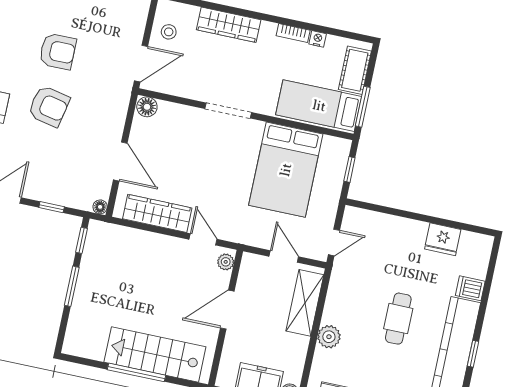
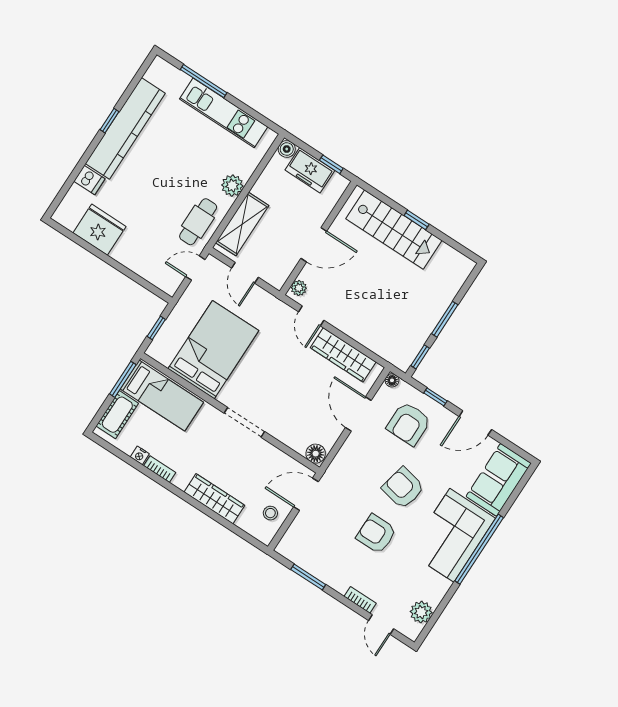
armchair: (68, 171) -> (409, 424), added
fridge: (443, 239) -> (99, 230), width x1.36, depth x1.34
cafe table: (398, 319) -> (198, 222), moved
window: (137, 372) -> (417, 220), width x0.46

